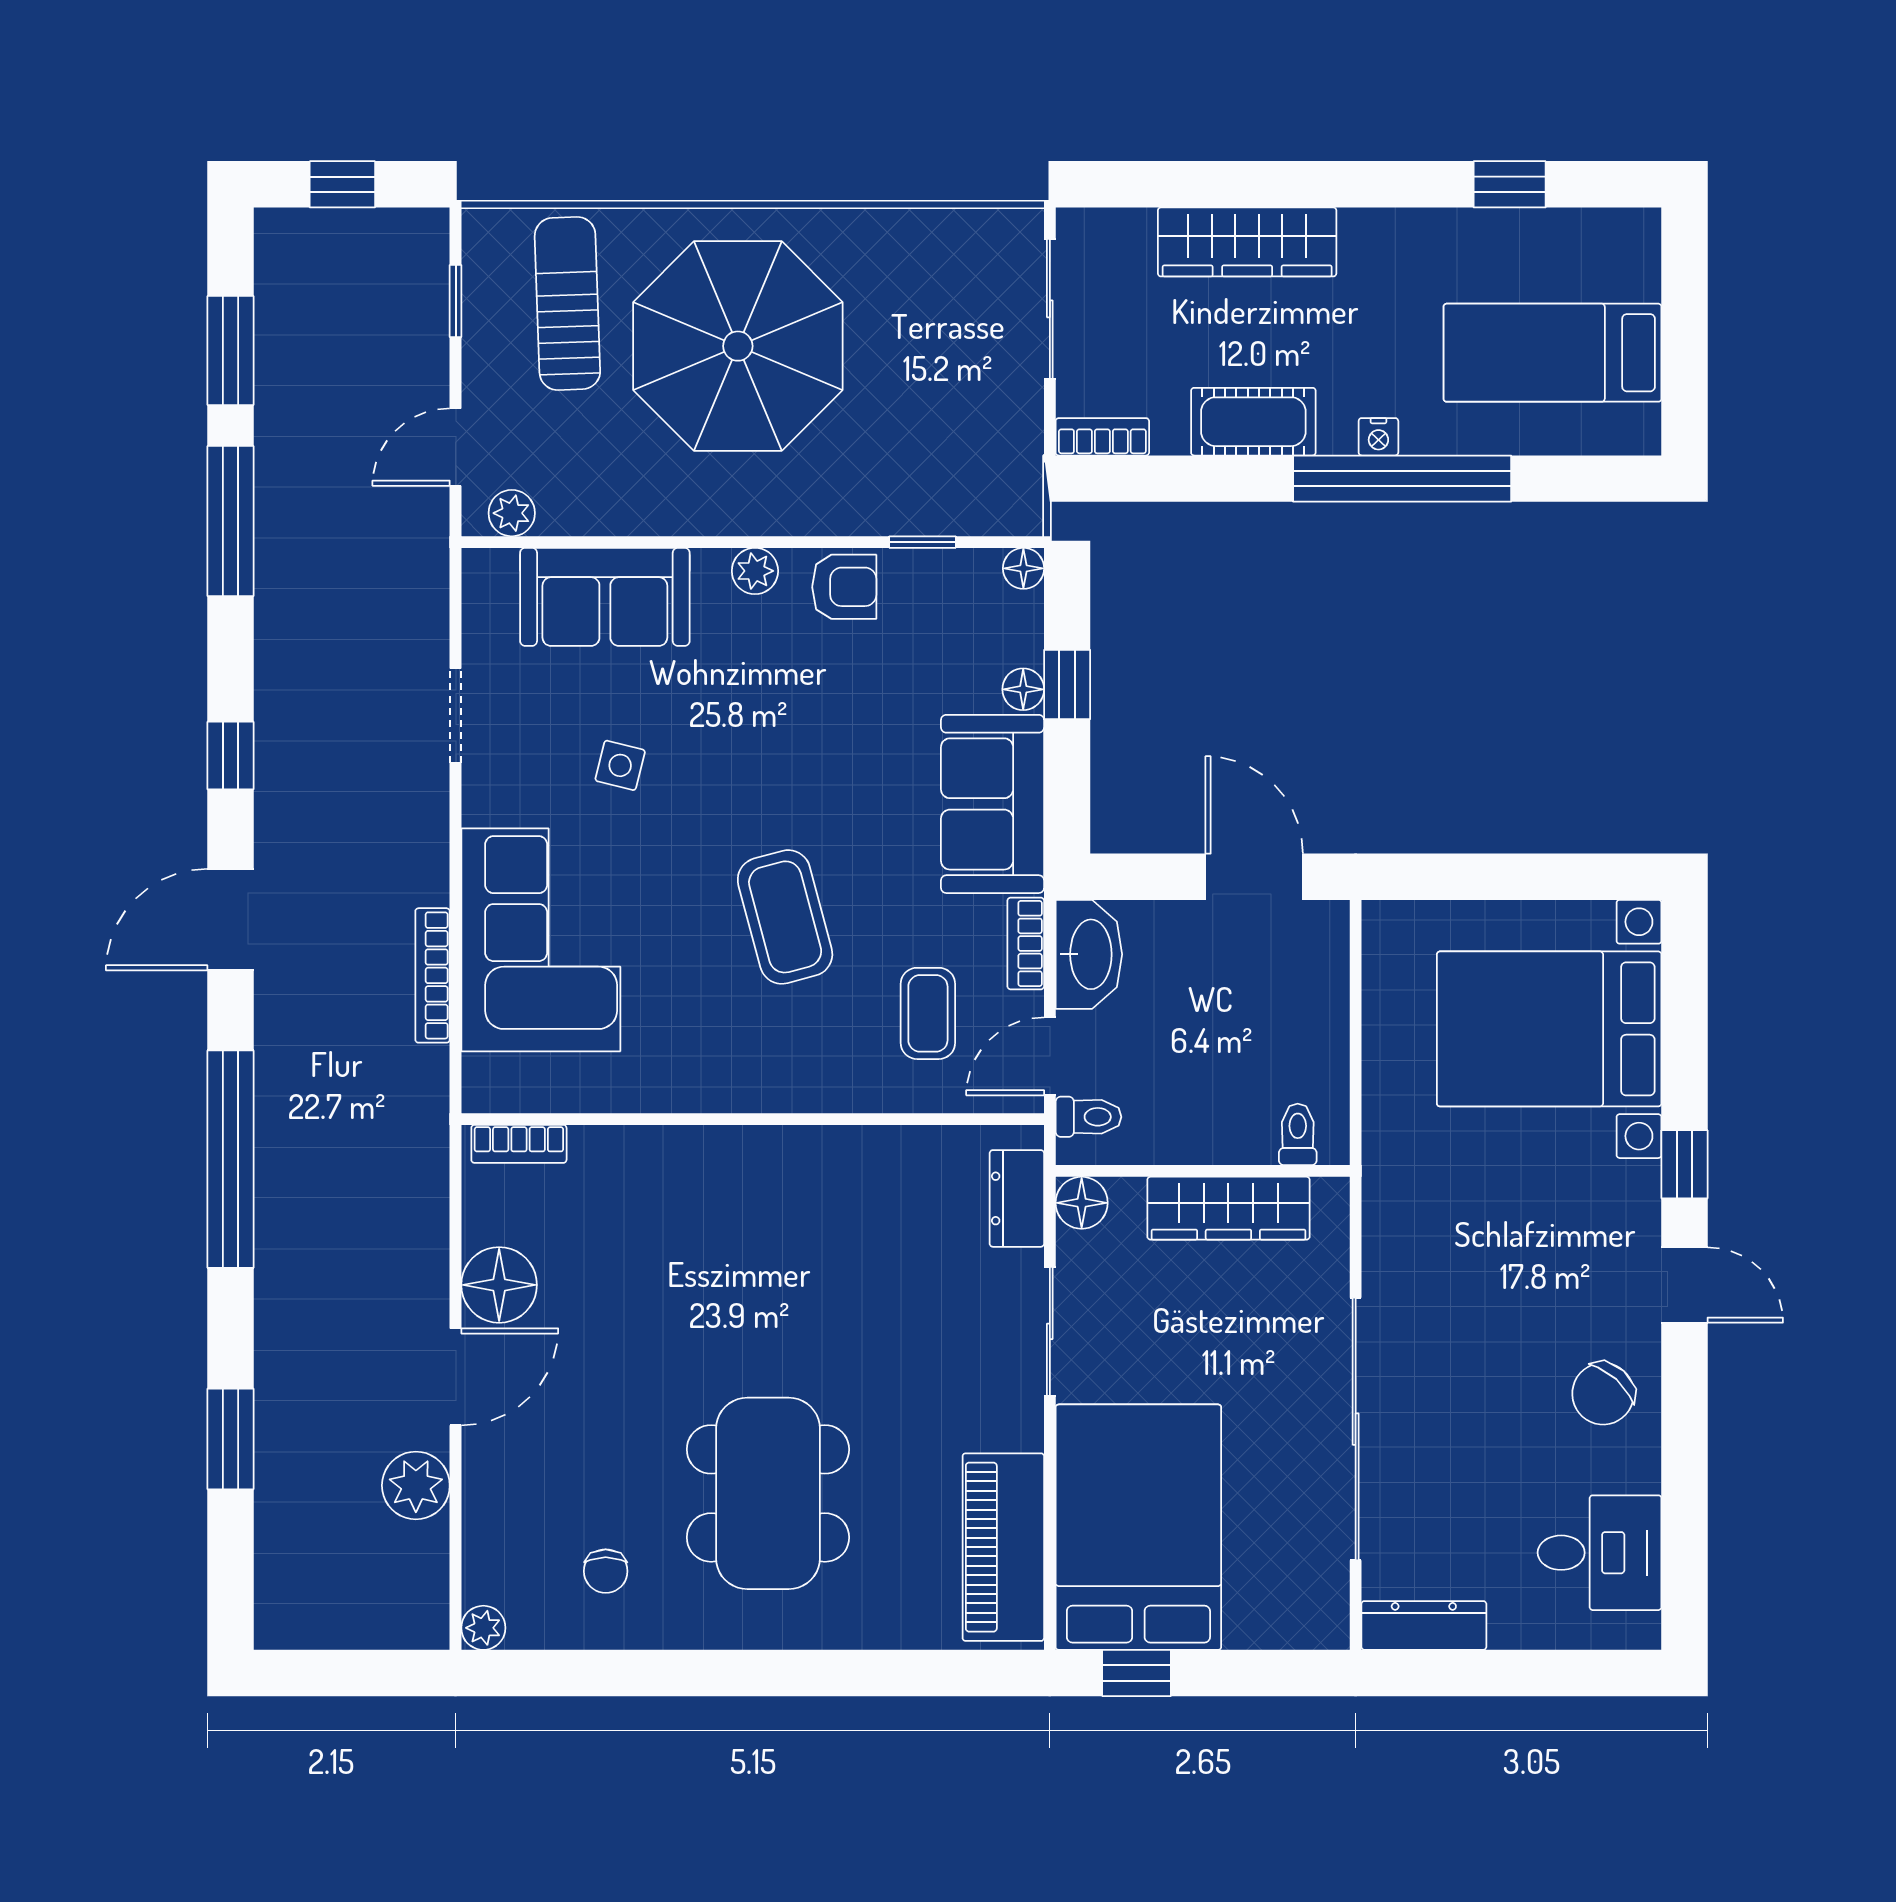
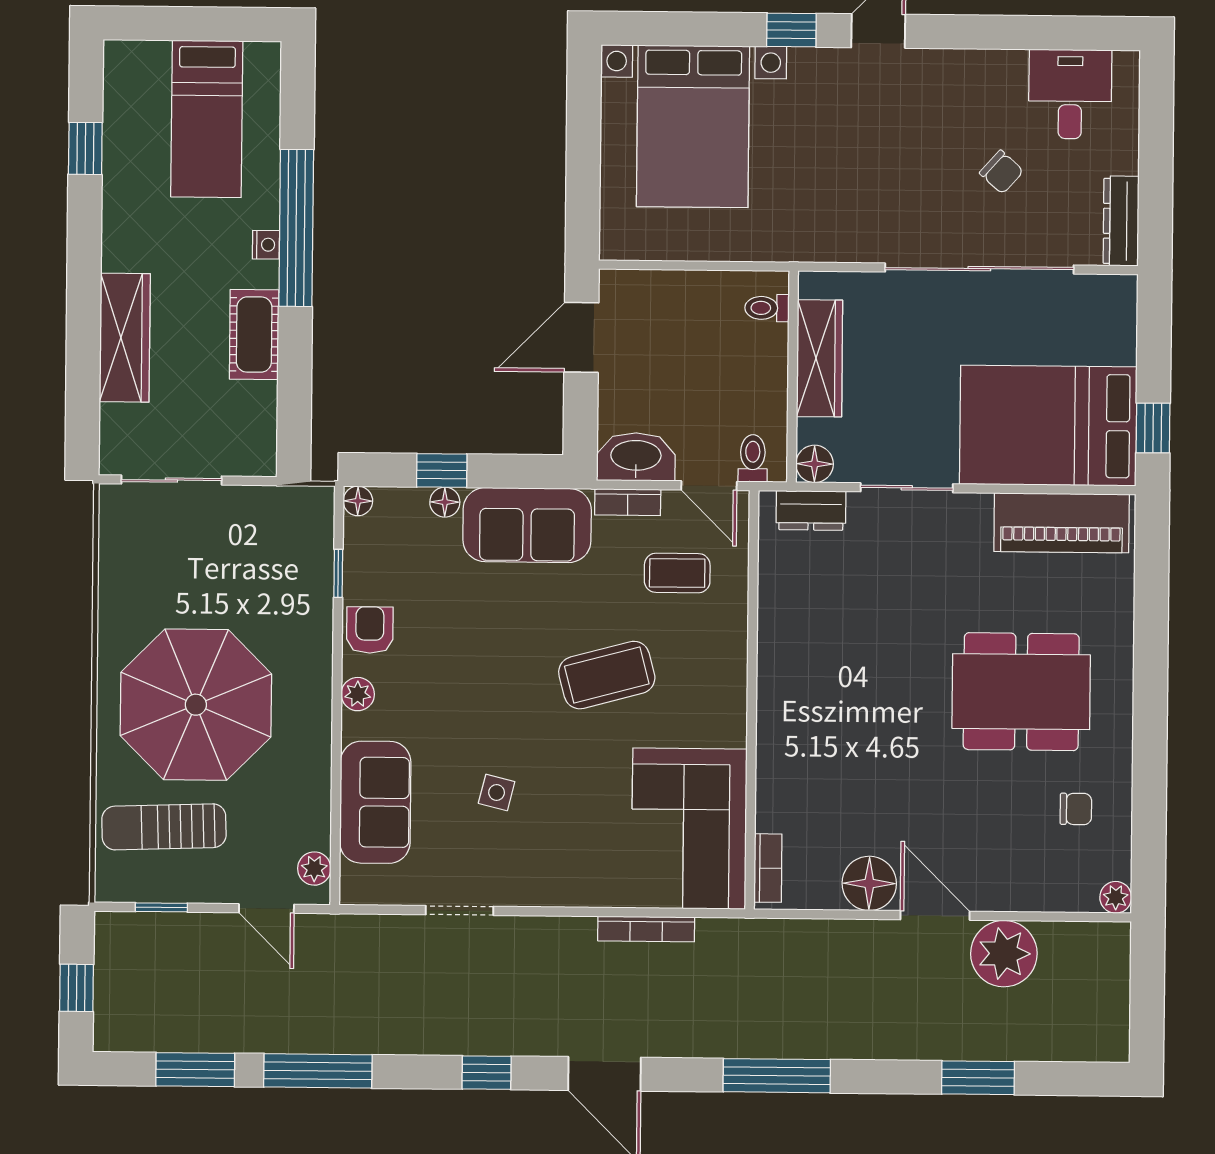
bookcase: (1102, 437) -> (264, 443), removed
corner sofa: (541, 940) -> (689, 829), moved, turned -90
window: (230, 1159) -> (777, 1076), width x0.68
chair: (1603, 1394) -> (1001, 172), moved, width x0.73, depth x0.73
plant: (416, 1485) -> (1004, 954), width x1.36, depth x1.36

